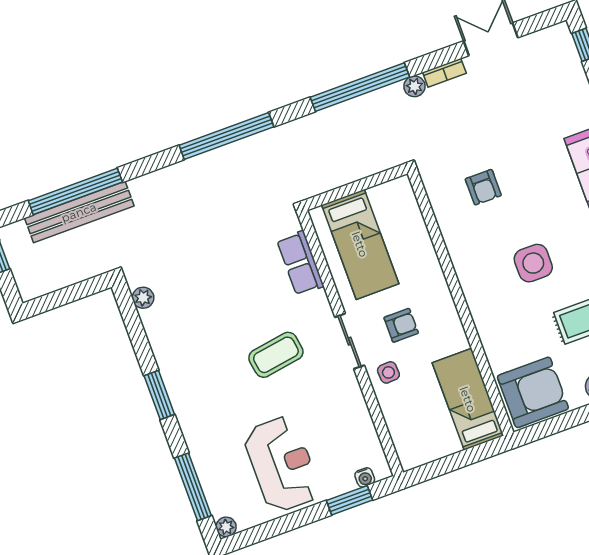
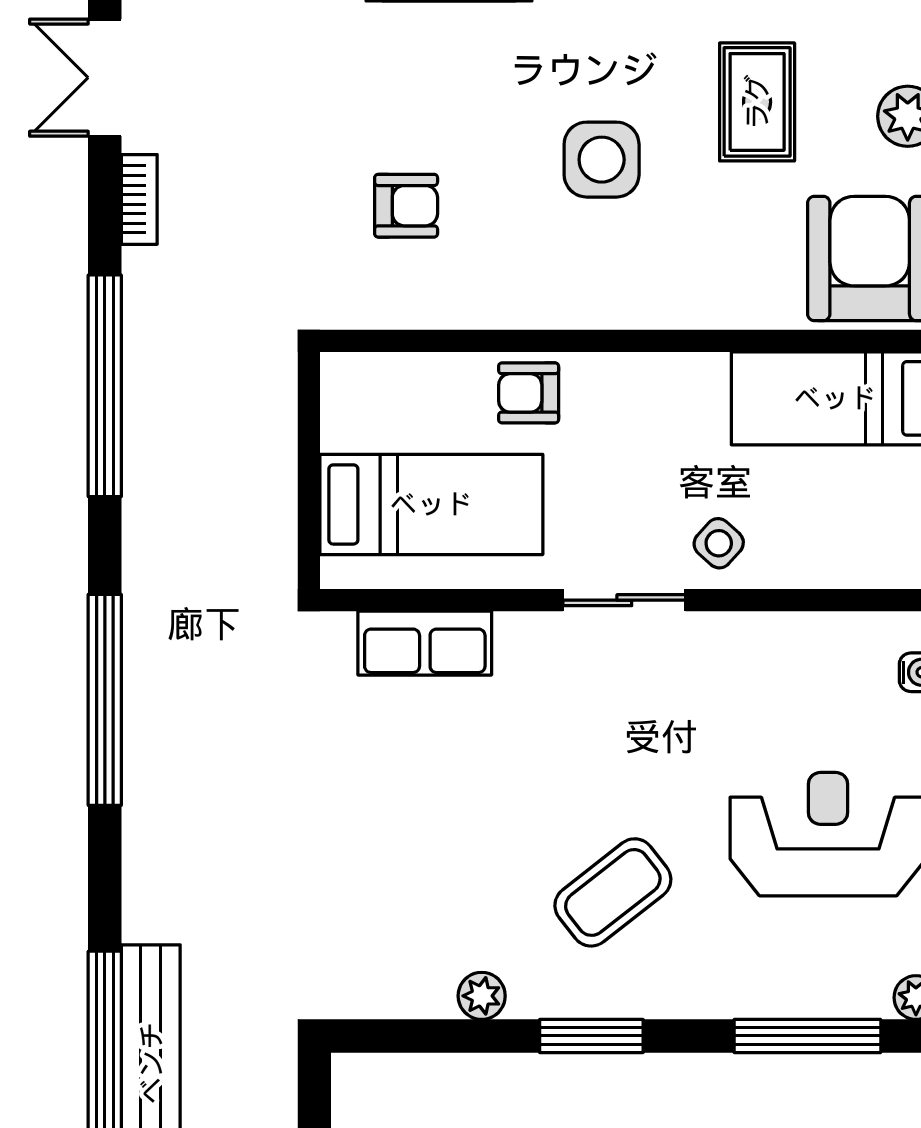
plant: (414, 86) -> (144, 272), removed
plant: (143, 298) -> (482, 996), moved
armchair: (401, 325) -> (529, 393), moved, turned -90
coffee table: (276, 355) -> (613, 892), moved, turned 61
side table: (388, 372) -> (719, 543), turned 45

